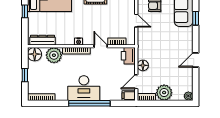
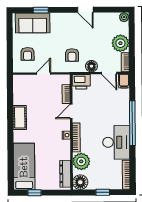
armchair: (153, 47) -> (72, 55), added
desk: (84, 88) -> (116, 142), moved

